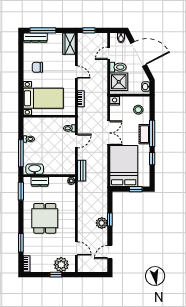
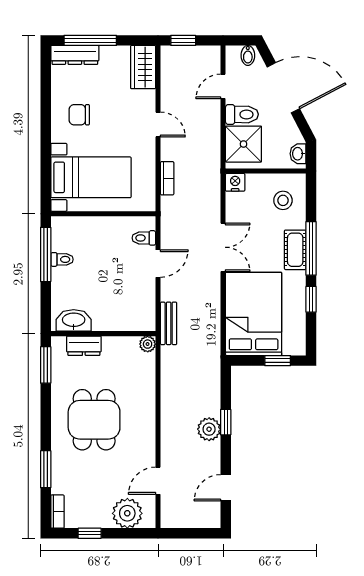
window: (21, 153) -> (46, 254), moved
door: (76, 249) -> (158, 481), swing flipped
window: (56, 275) -> (90, 533), moved

